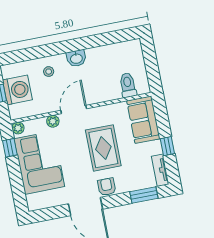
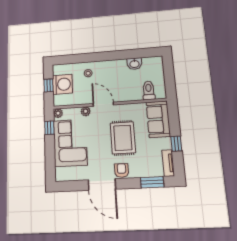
washbasin: (76, 58) -> (134, 64), moved
door: (74, 109) -> (103, 104), hinge flipped

